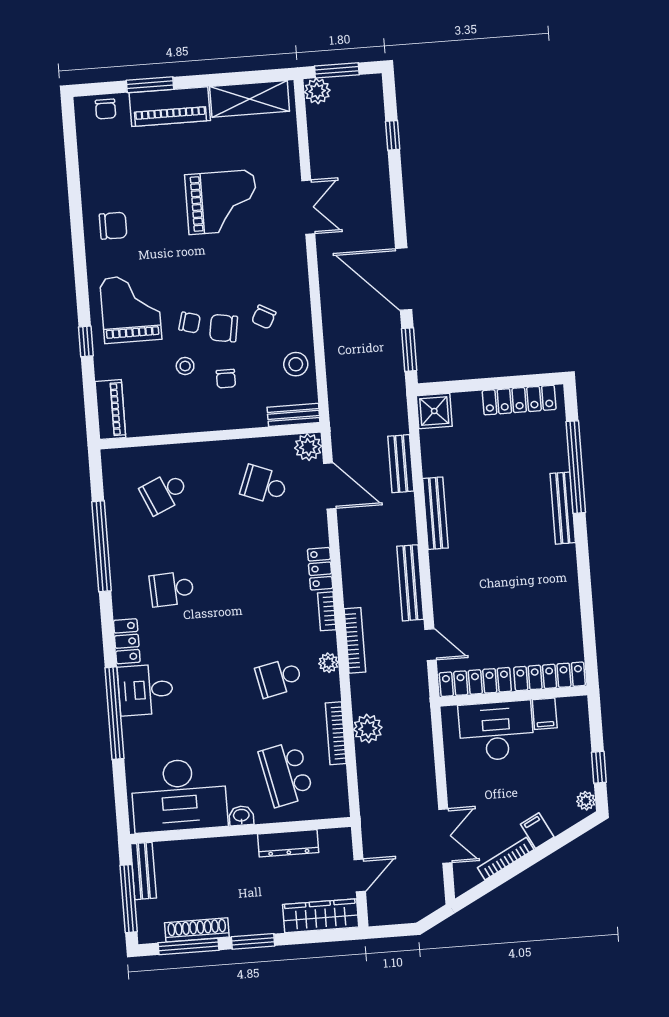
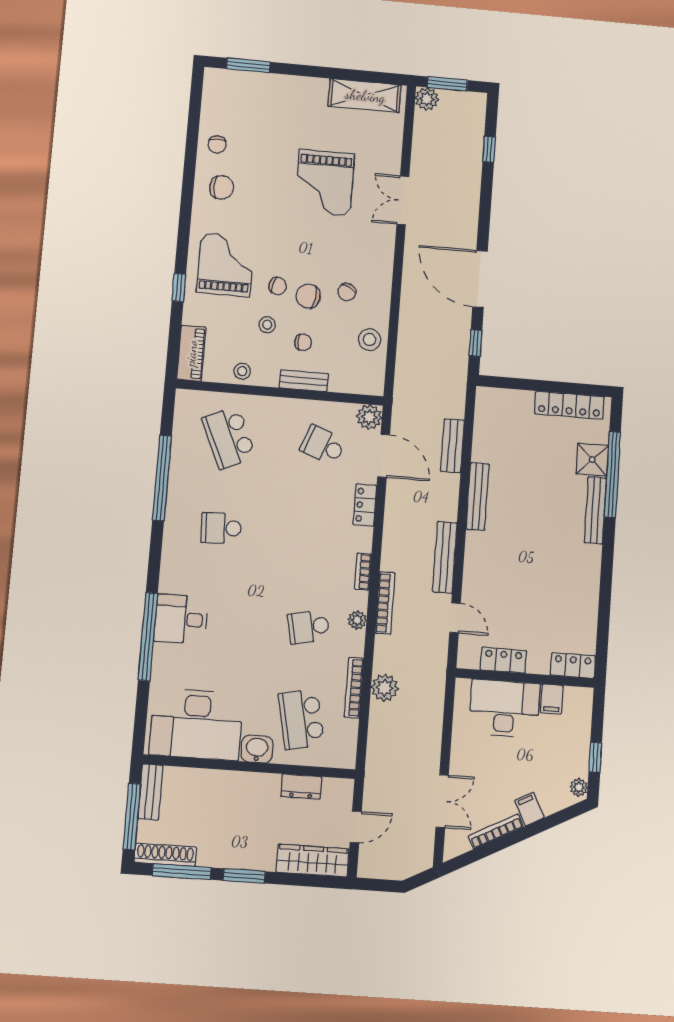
window: (150, 85) -> (248, 65), moved
piano: (170, 107) -> (291, 90), removed
chair: (106, 109) -> (217, 144), moved
grand piano: (222, 202) -> (325, 183), turned 90
double door: (308, 207) -> (403, 200), swing flipped
window: (409, 350) -> (475, 343), width x0.67
chair: (226, 379) -> (303, 342), turned -90
shower: (434, 411) -> (592, 460), moved
bench: (294, 415) -> (304, 381), moved
stool: (167, 420) -> (242, 371), added
school desk: (164, 493) -> (229, 438), width x1.85
locker: (320, 569) -> (365, 505), moved
locker: (127, 641) -> (171, 571), removed
locker: (550, 676) -> (573, 666), width x0.66
locker: (475, 682) -> (503, 660), width x0.66
washbasin: (241, 816) -> (257, 749), width x1.38, depth x1.45
dresser: (288, 843) -> (301, 787), width x0.70
shoe rack: (197, 930) -> (165, 855), moved

